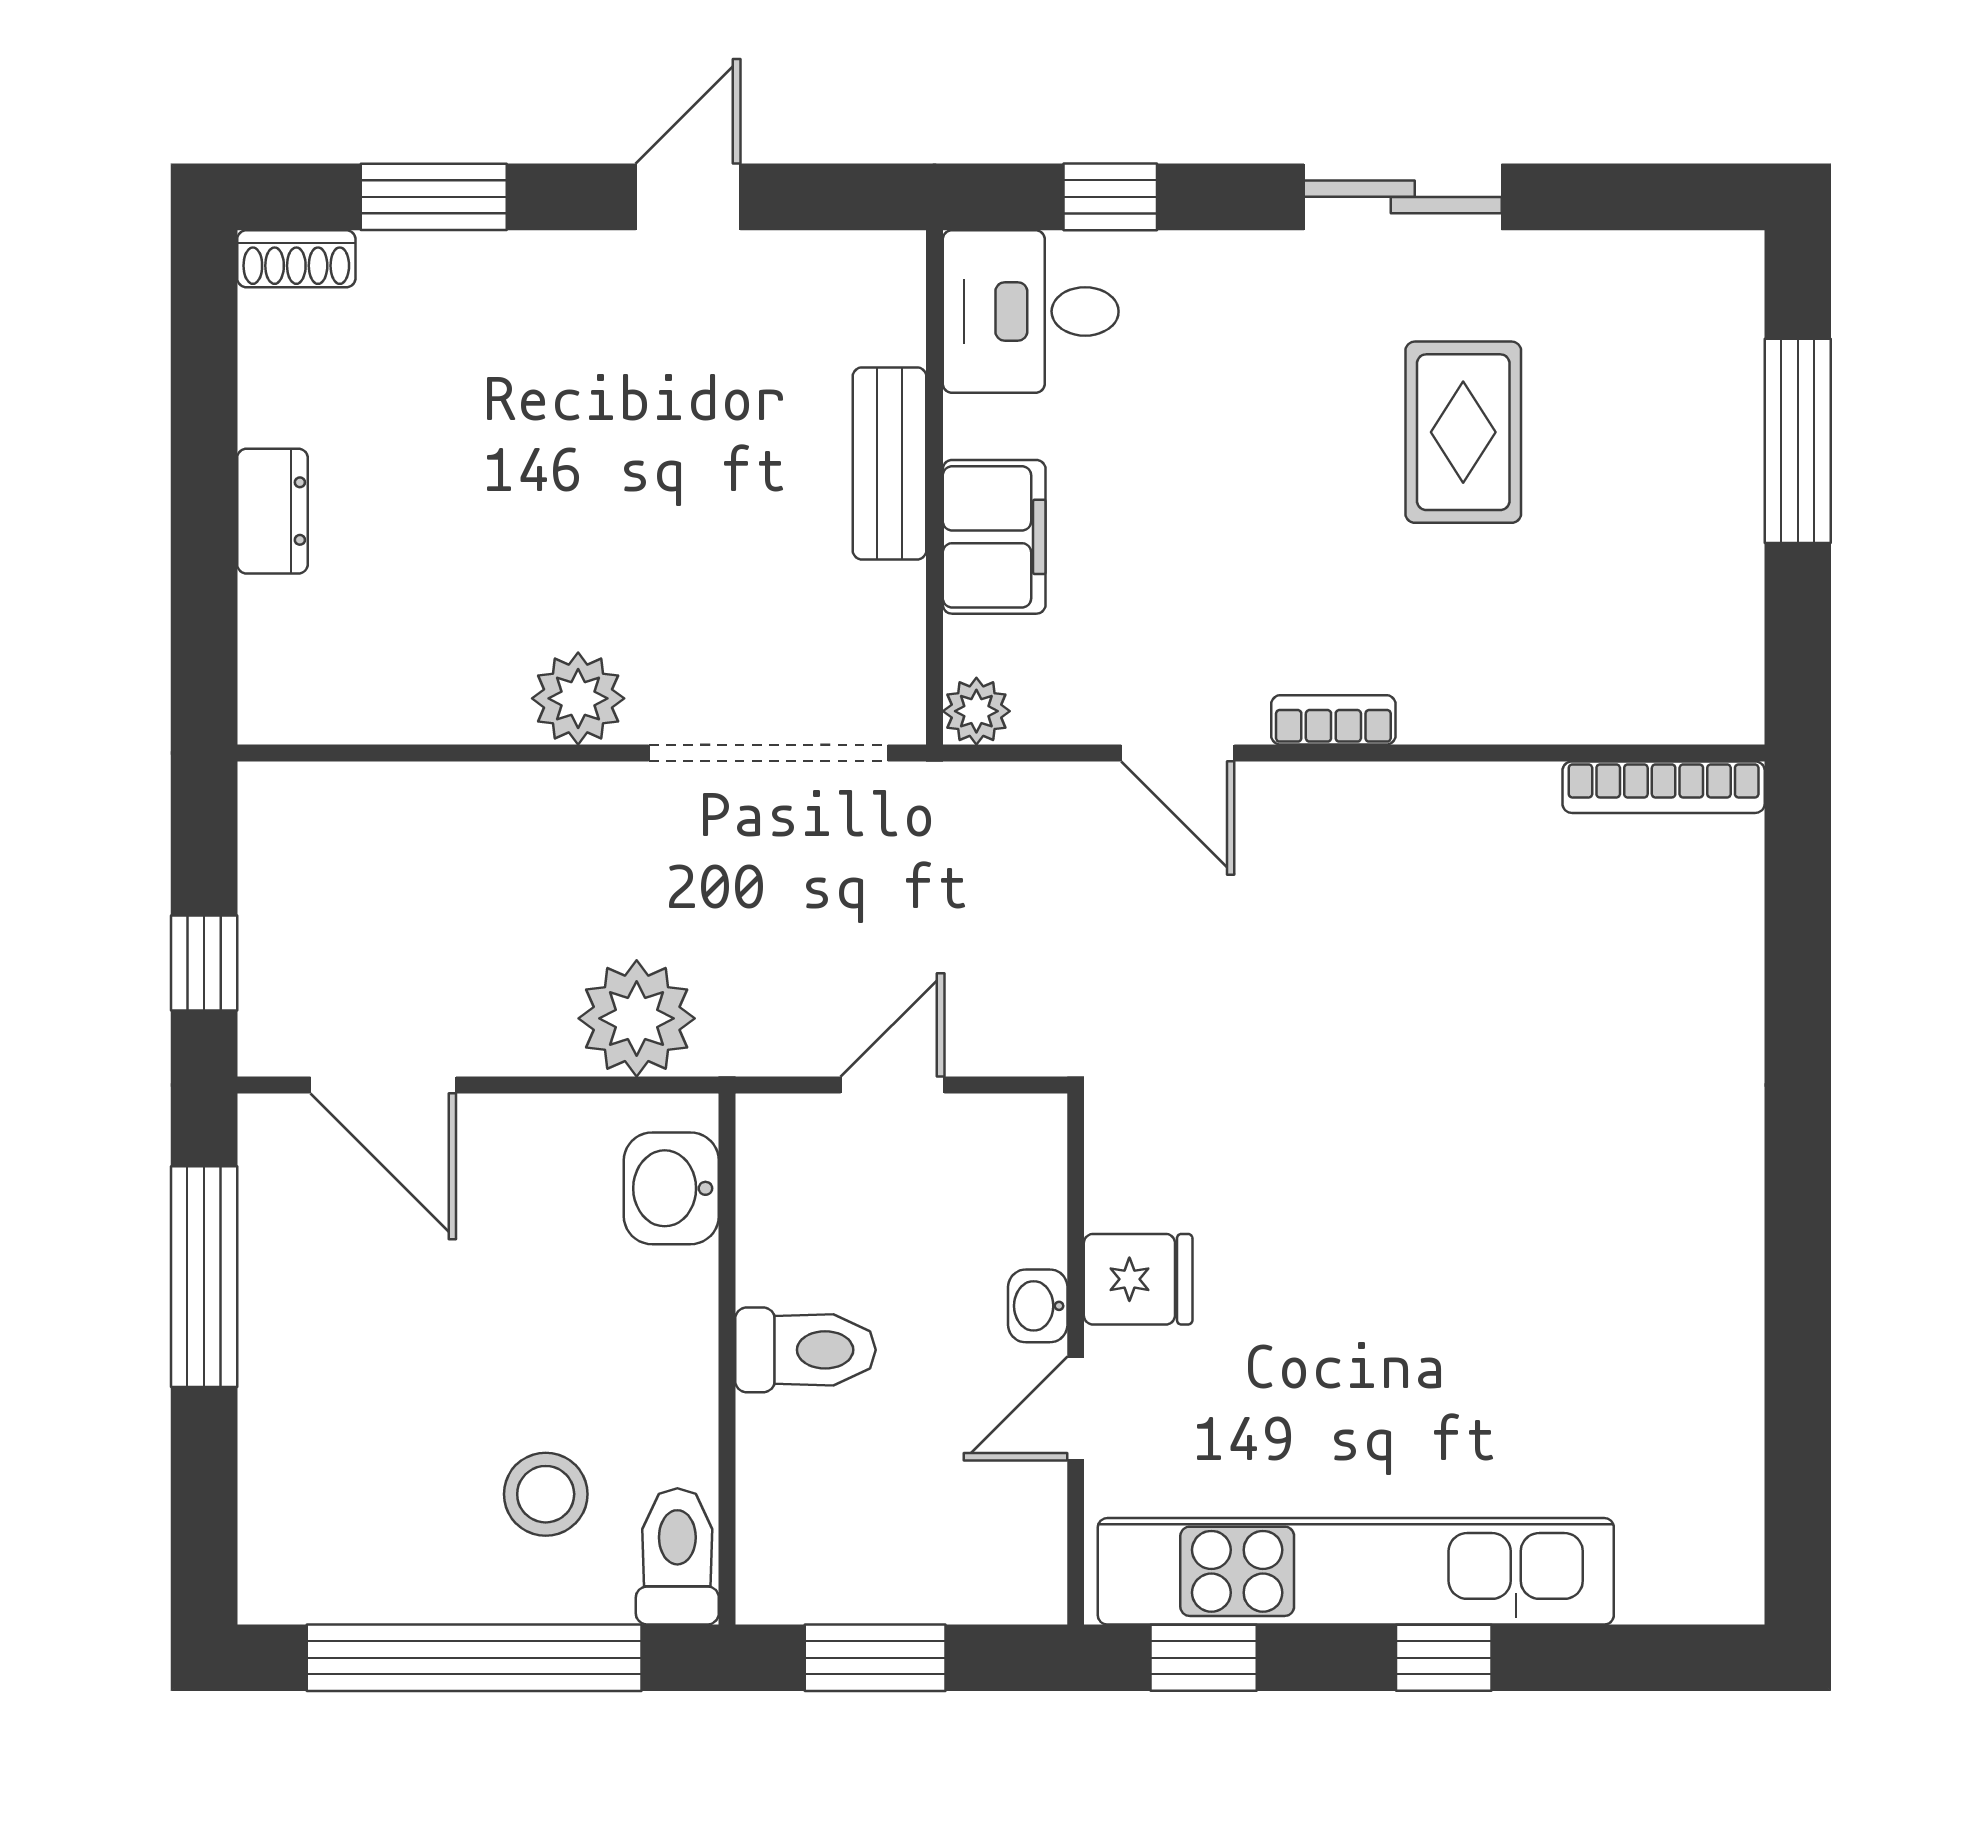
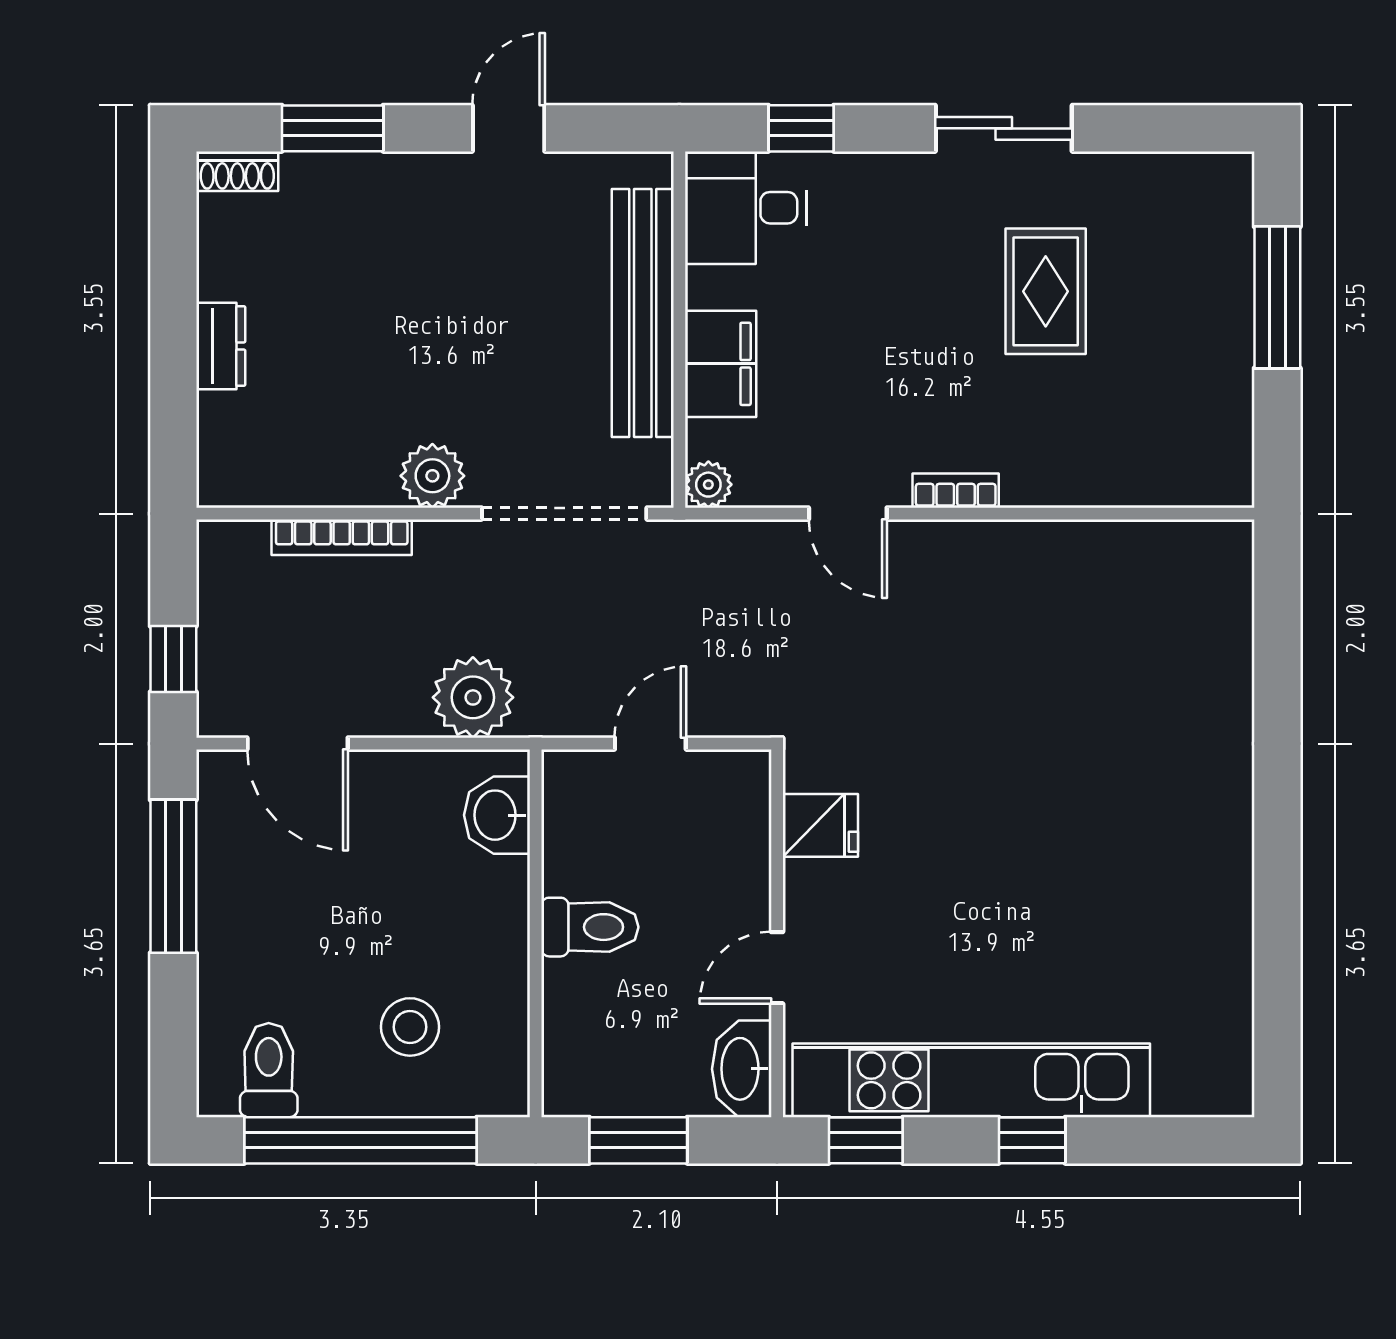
bench: (890, 463) -> (643, 313), width x1.86, depth x1.21
bookcase: (1664, 787) -> (342, 537), moved
fridge: (1138, 1279) -> (820, 825), moved
washbasin: (1038, 1306) -> (742, 1069), moved, width x1.91, depth x1.45
toilet: (677, 1556) -> (269, 1070), moved

